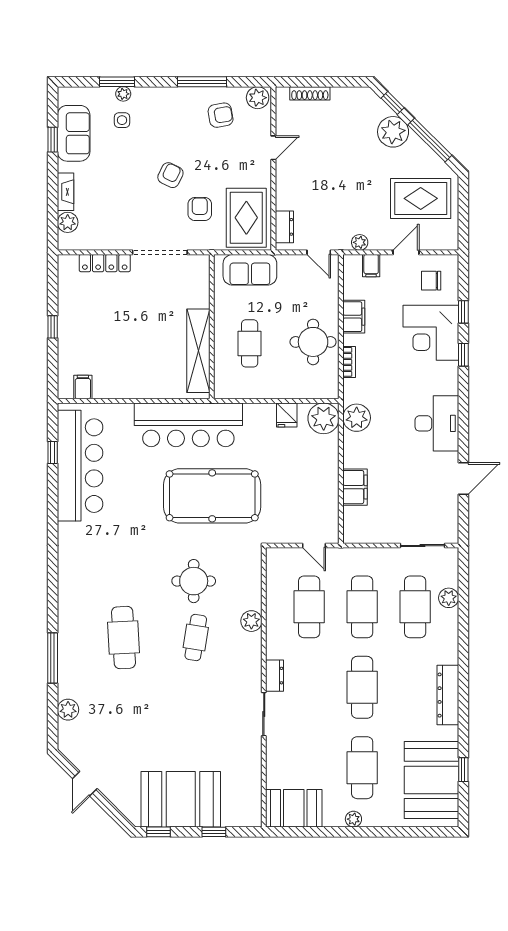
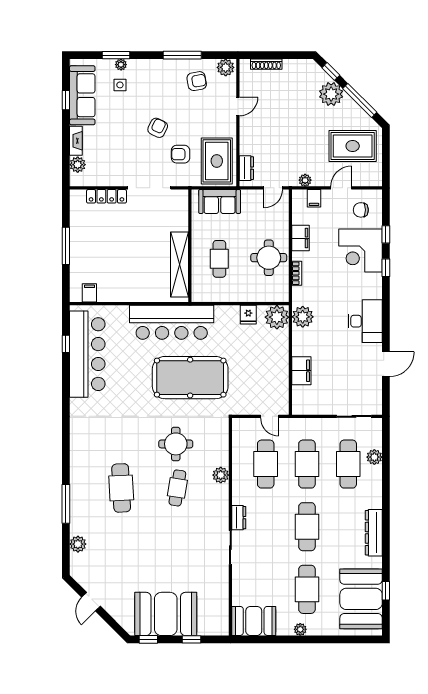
sofa: (74, 133) -> (82, 95), width x1.36
armchair: (200, 209) -> (181, 154), turned -90
door: (319, 252) -> (273, 188), hinge flipped
window: (53, 327) -> (66, 246), width x2.17

